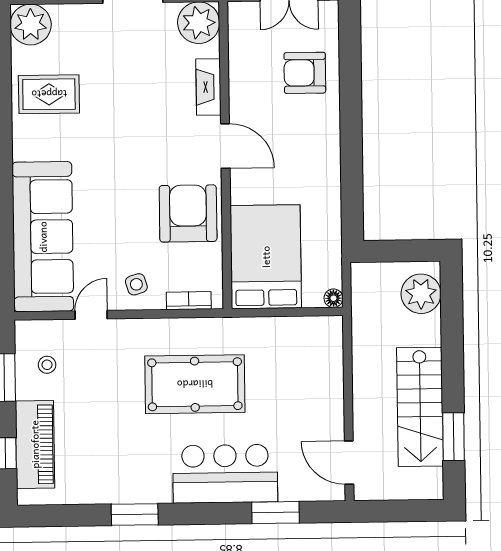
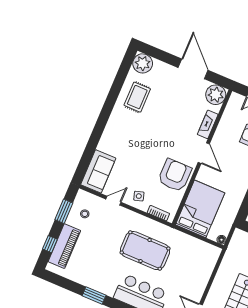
rug: (49, 94) -> (137, 97), turned 90
sofa: (43, 237) -> (98, 171), width x0.54, depth x0.79

